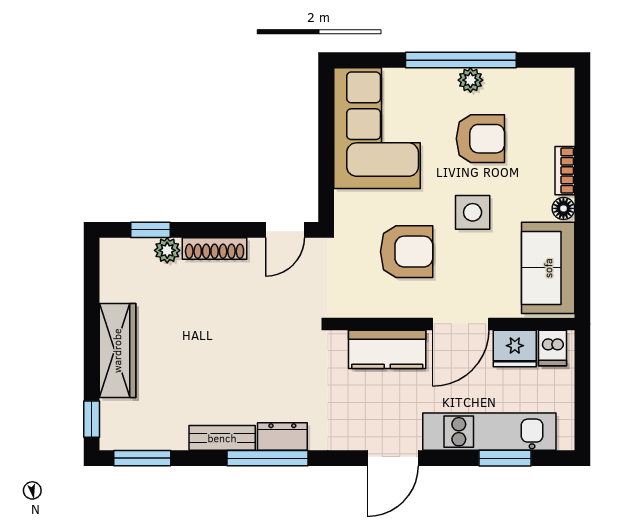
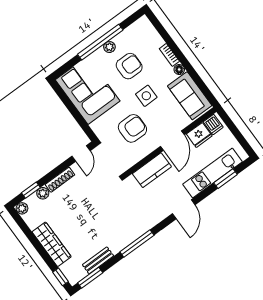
plant: (112, 250) -> (22, 208), added
dresser: (282, 437) -> (137, 231), removed
bench: (222, 438) -> (98, 260), moved

